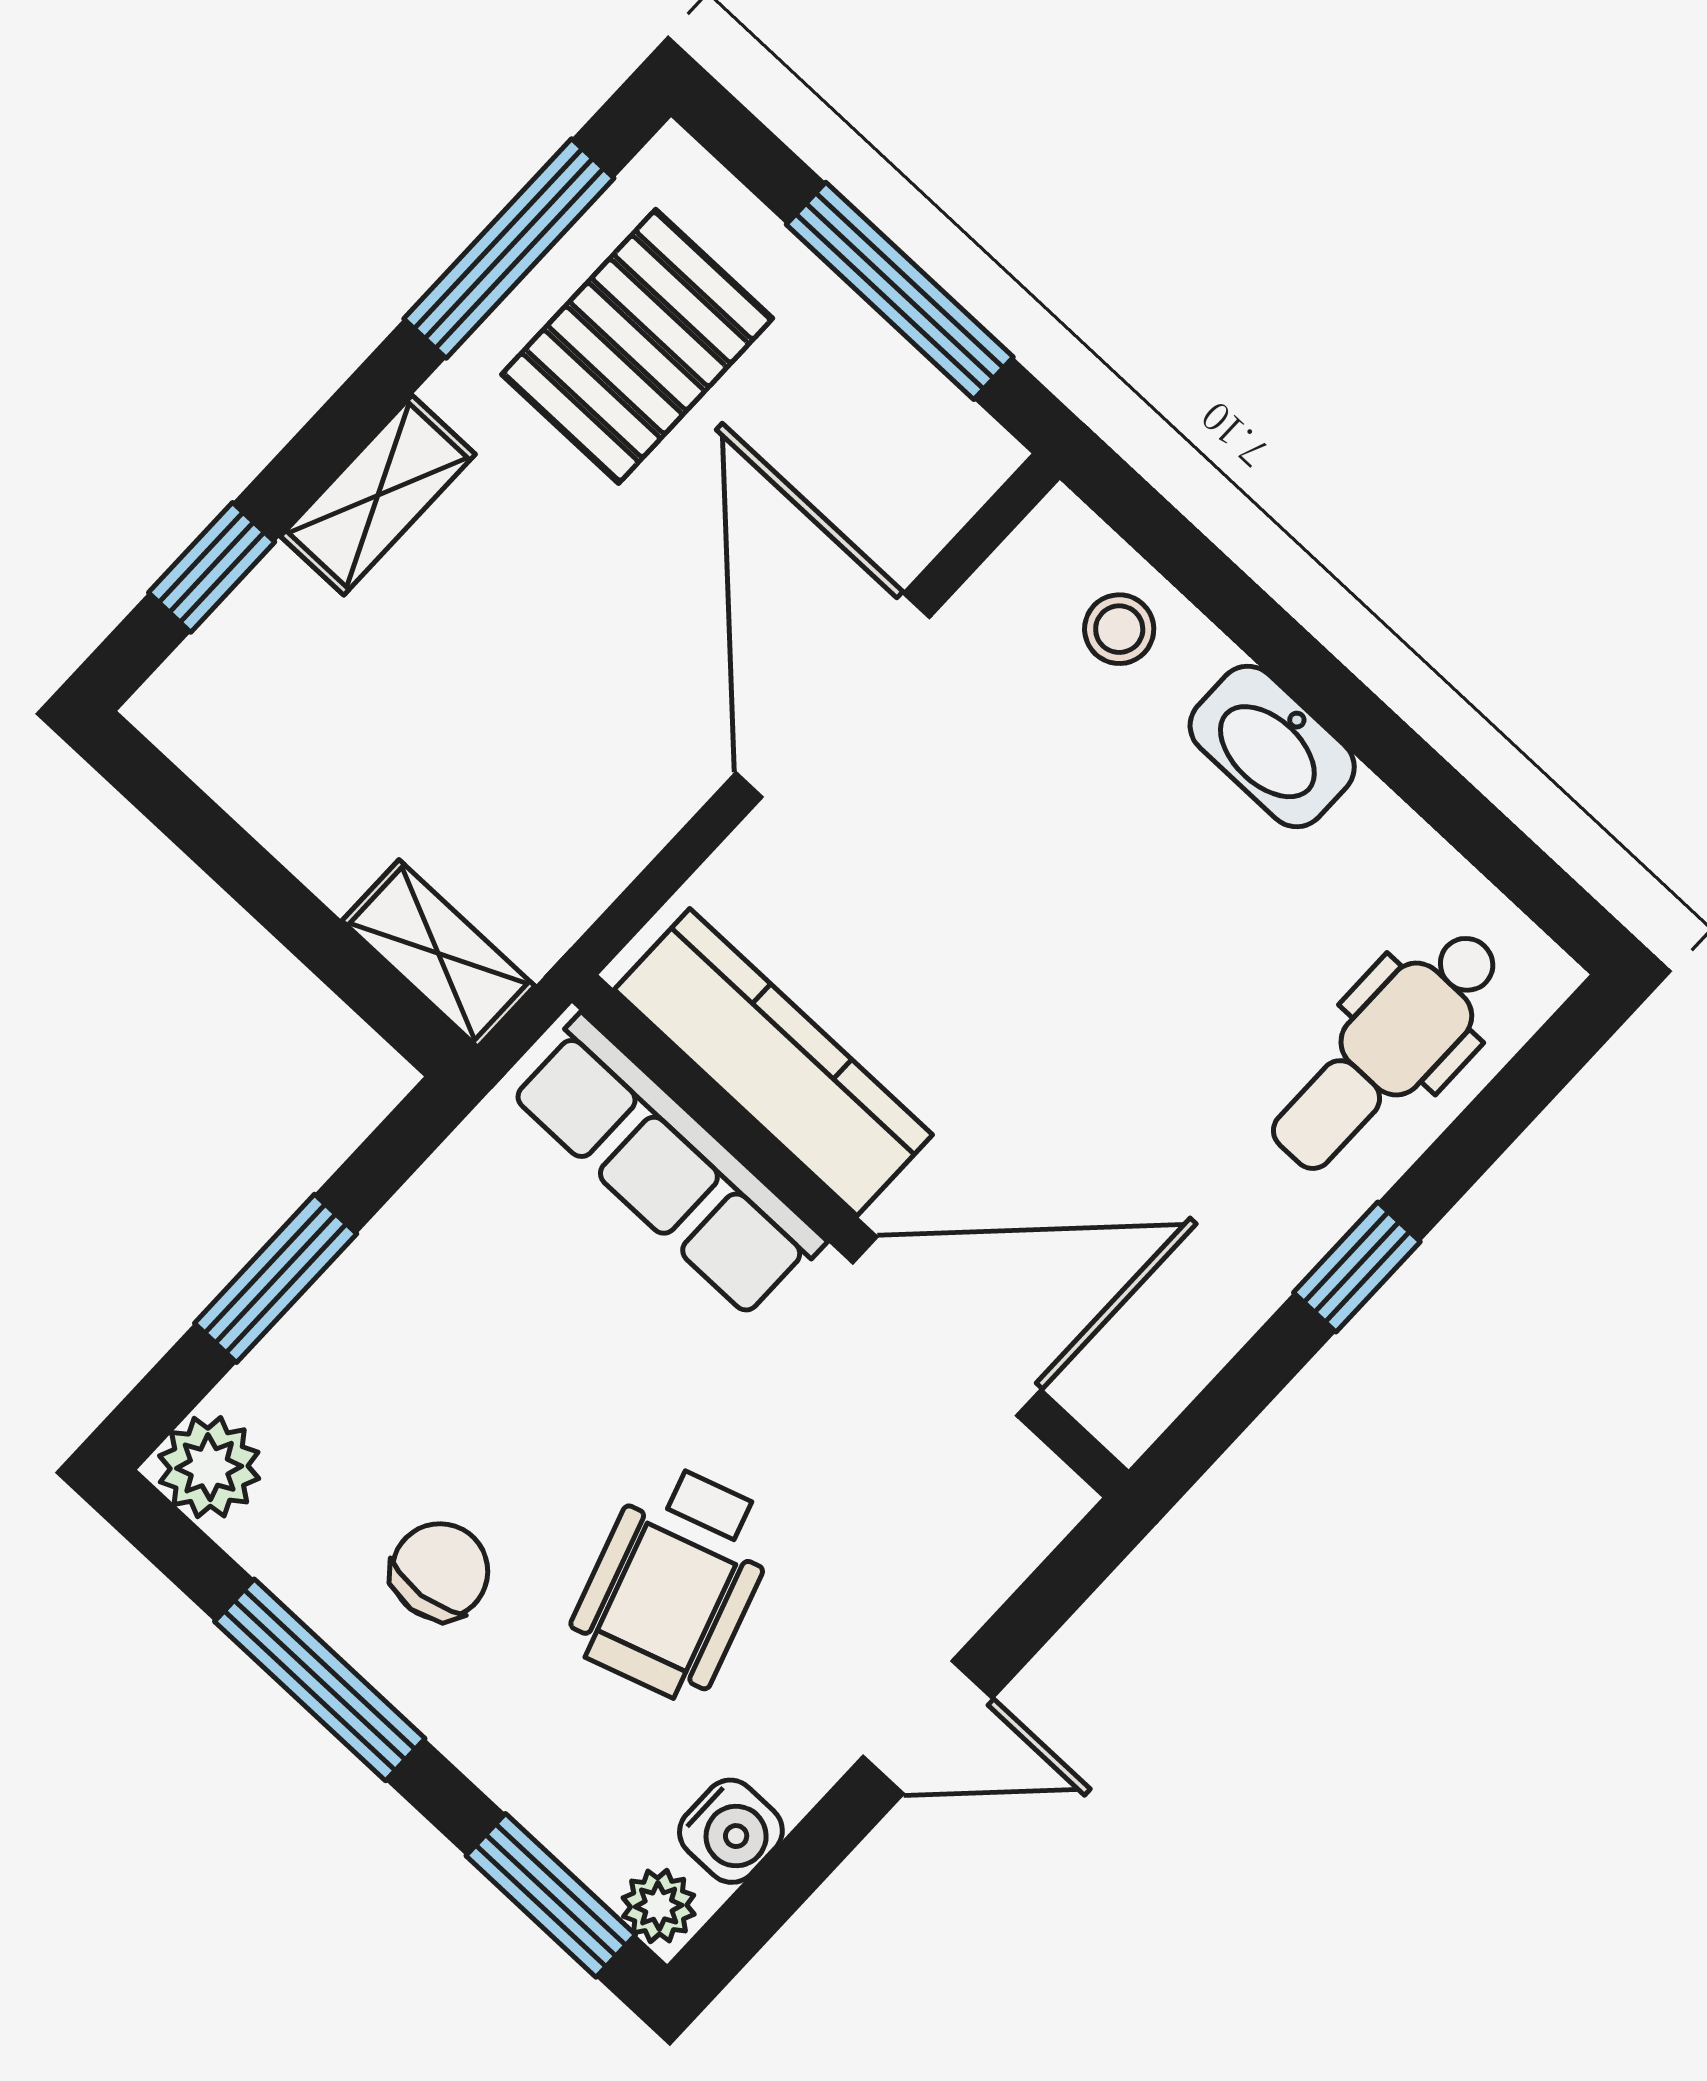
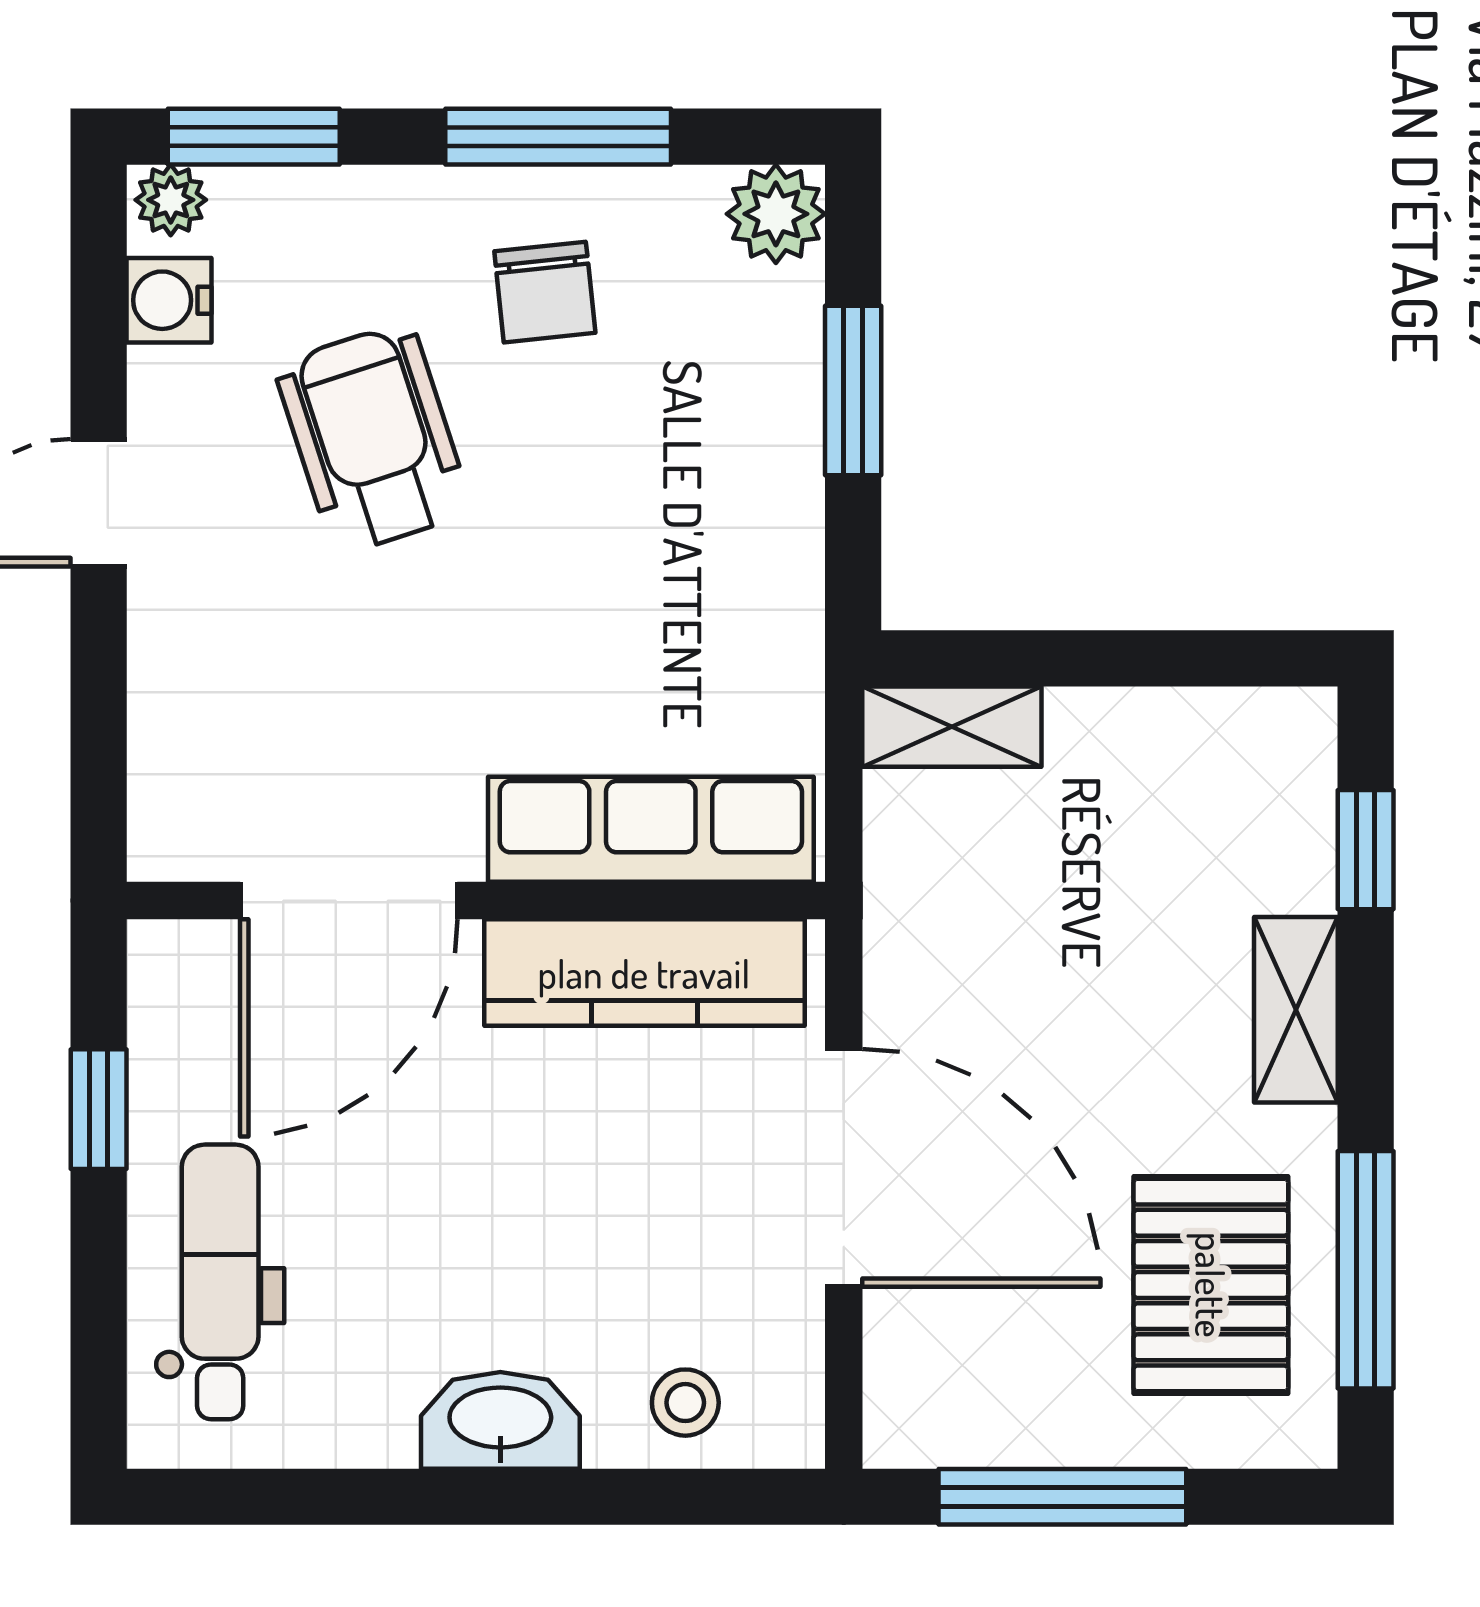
kitchen counter: (773, 1062) -> (644, 973), moved
row of seats: (667, 1166) -> (651, 829), moved
wall: (850, 1236) -> (476, 901), moved
door: (947, 1326) -> (349, 901), moved

